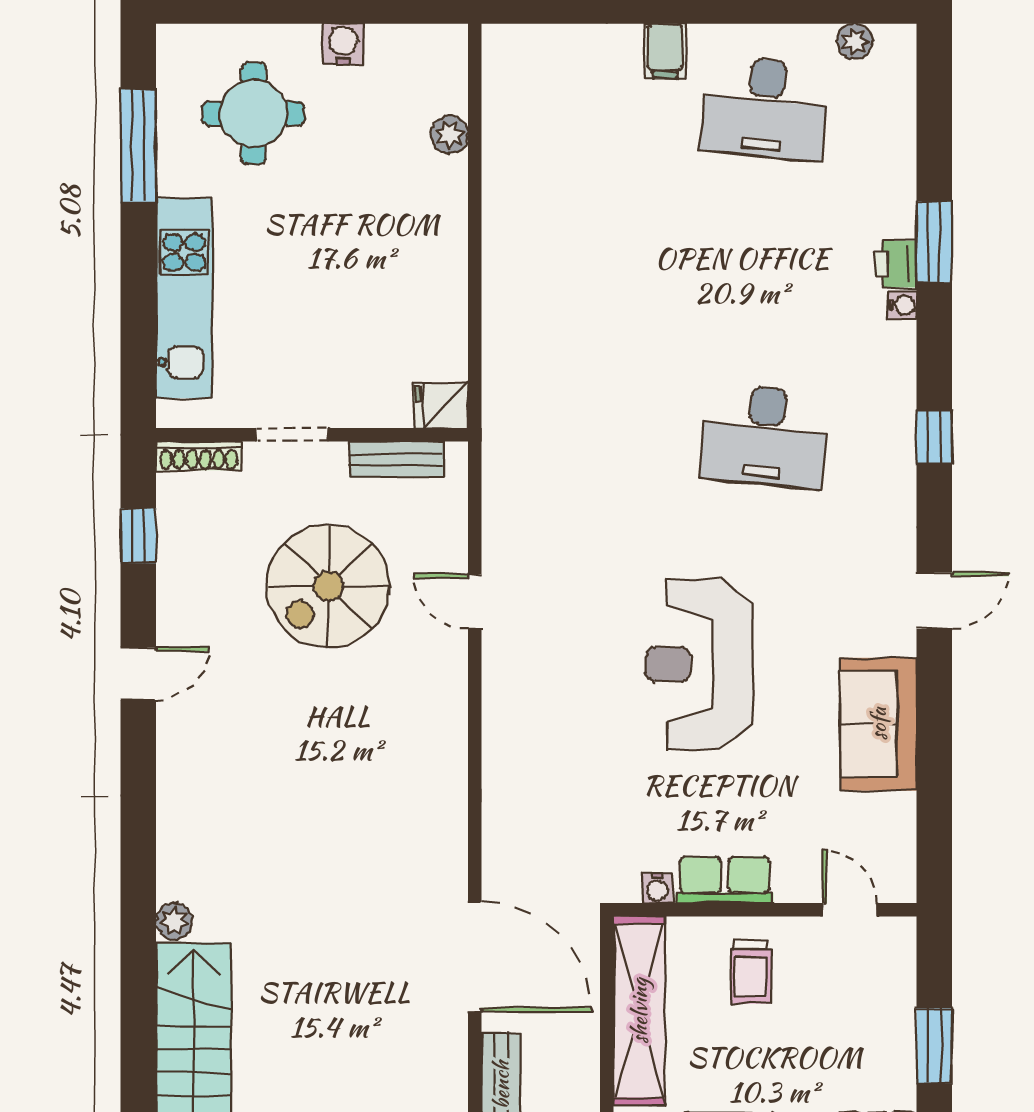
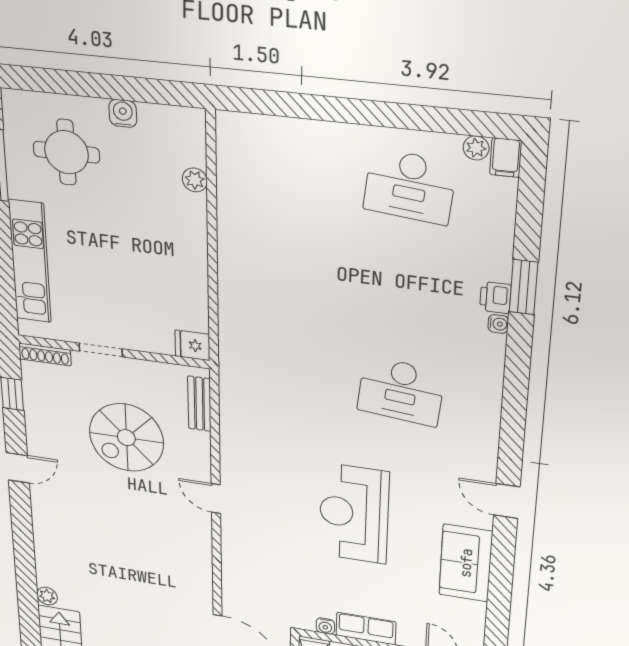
filing cabinet: (665, 51) -> (506, 158), moved
window: (934, 437) -> (514, 407), removed
bench: (396, 459) -> (199, 404), moved, turned 90
door: (475, 601) -> (216, 499), moved
door: (934, 601) -> (507, 501), swing flipped

